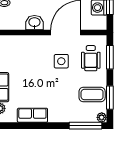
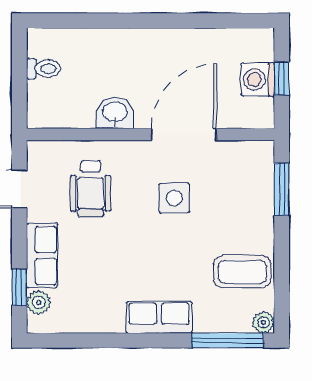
wheelchair: (91, 58) -> (91, 189), moved
window: (110, 98) -> (282, 279), removed
row of seats: (32, 115) -> (159, 317), moved

